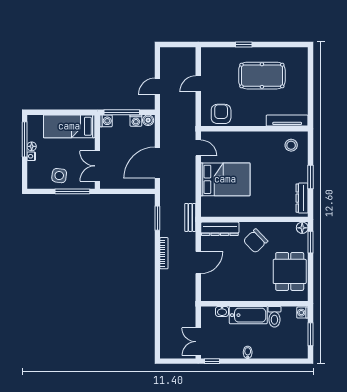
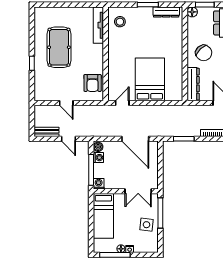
armchair: (221, 114) -> (93, 83), turned -90
bench: (190, 217) -> (46, 132), moved

